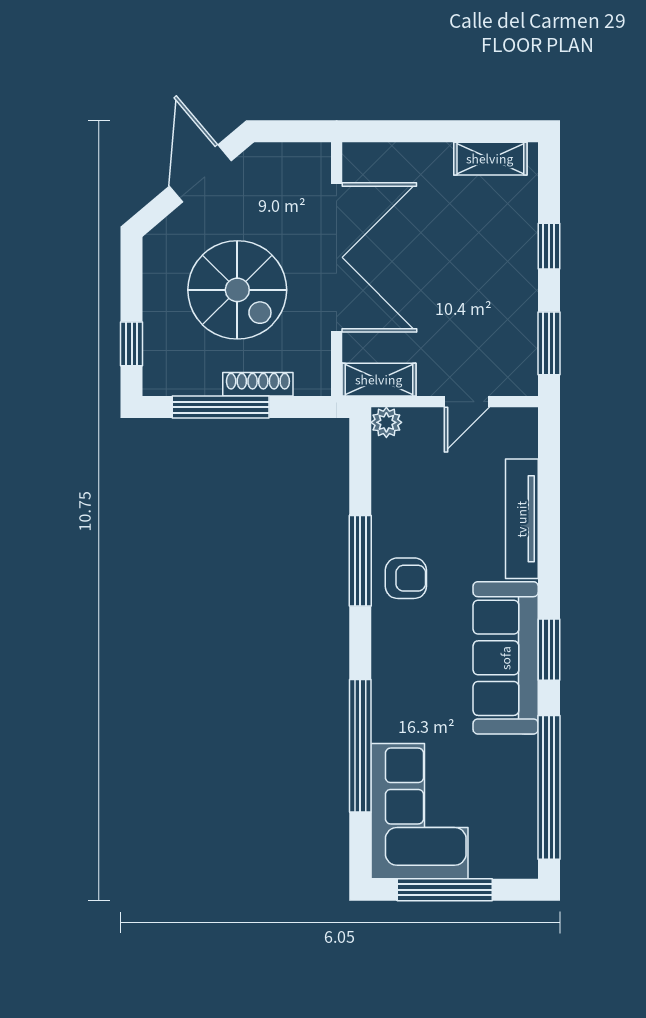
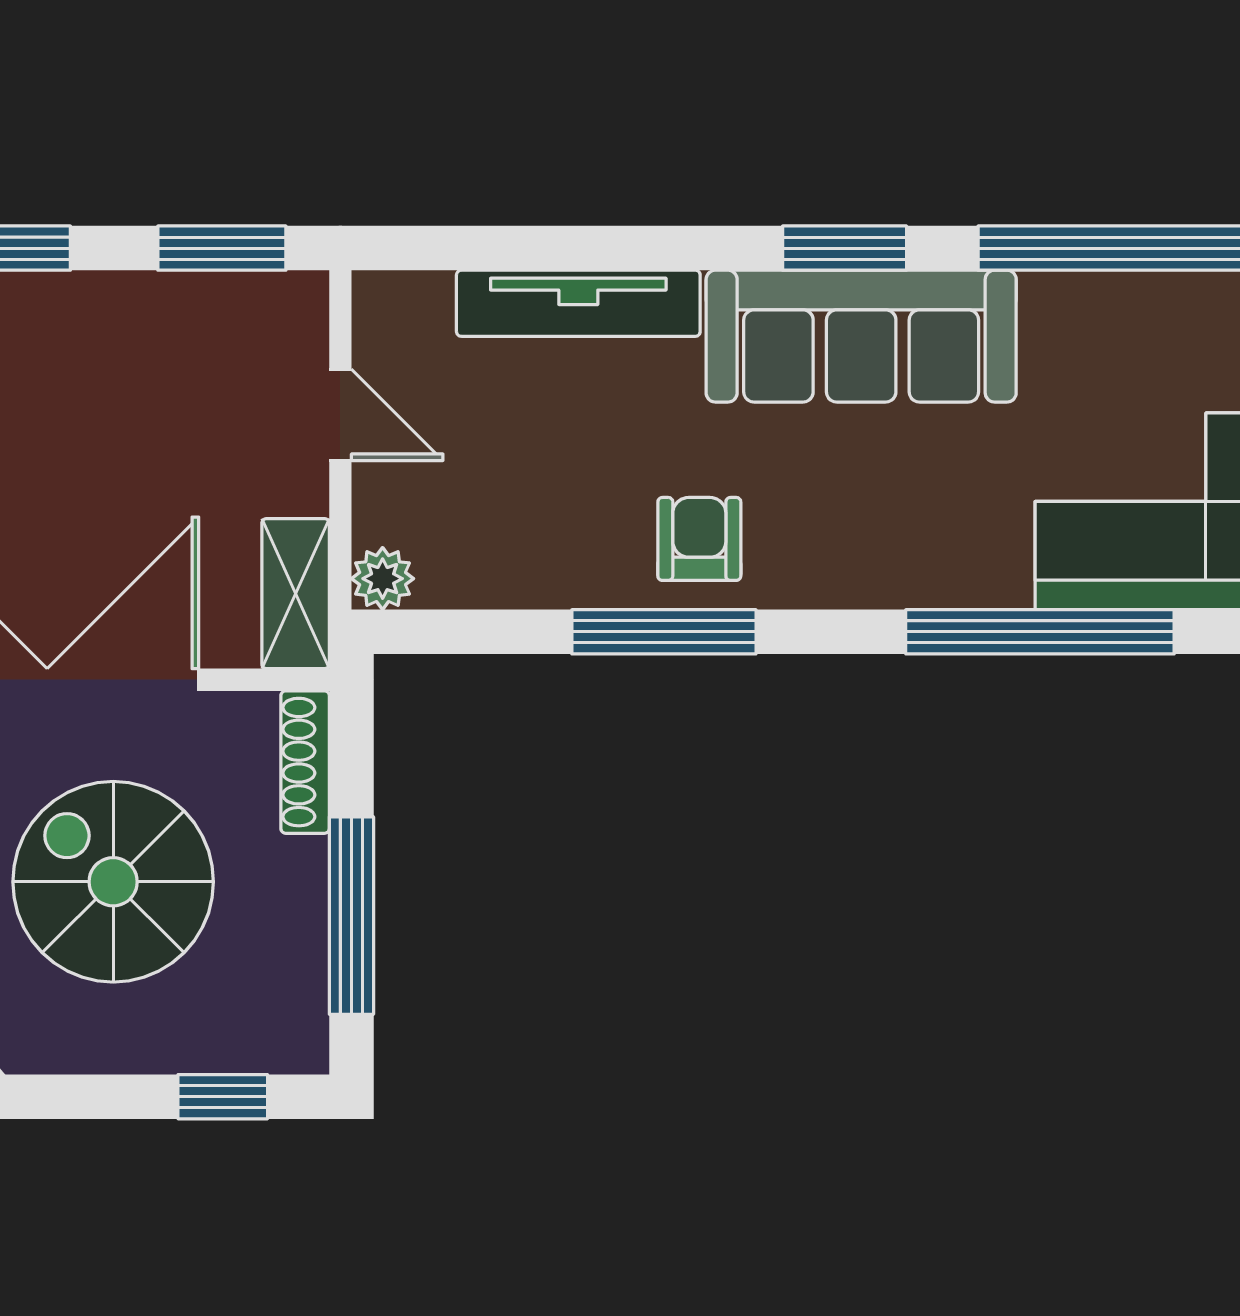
spiral stairs: (237, 290) -> (113, 882), turned -90
shoe rack: (258, 384) -> (305, 762), moved

